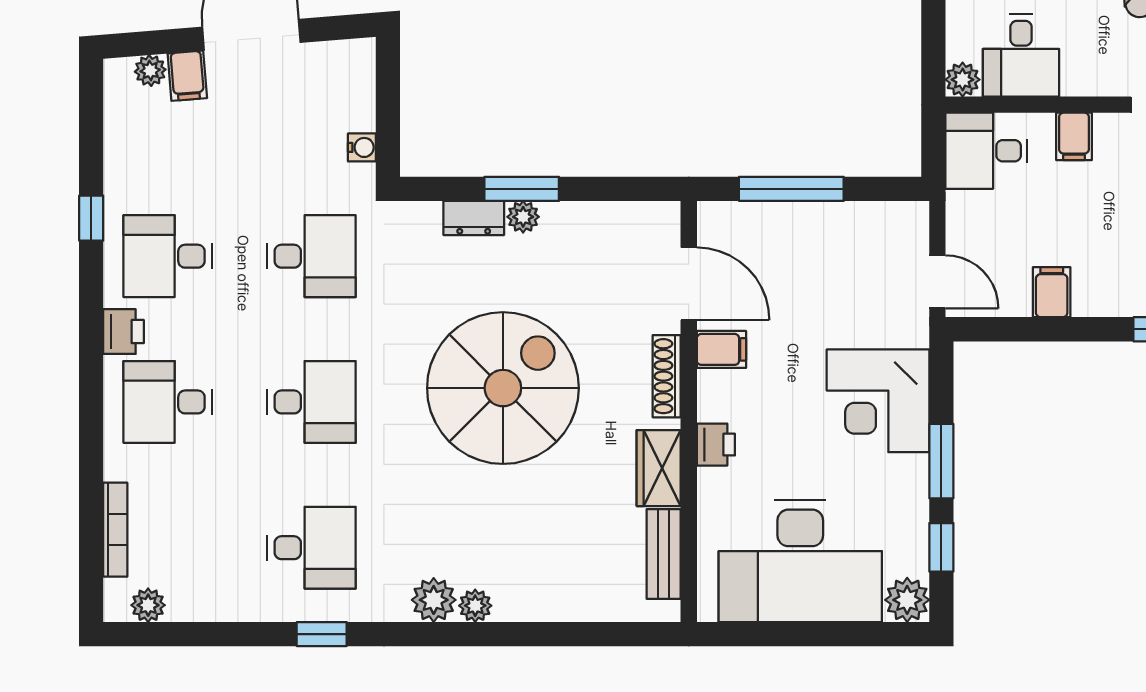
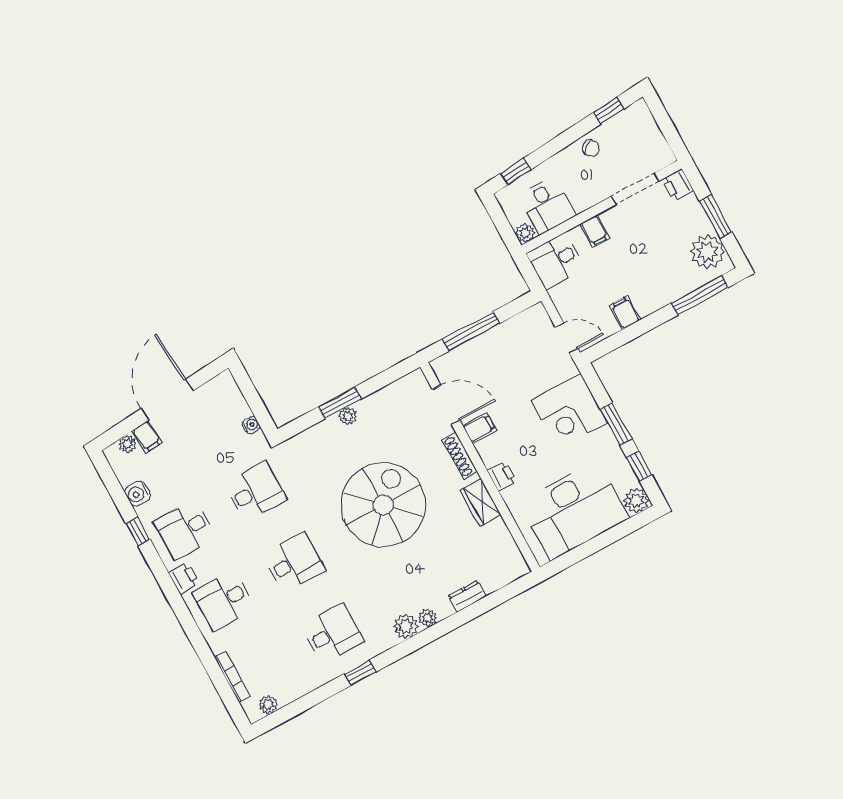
water cooler: (123, 158) -> (137, 494), added
dresser: (474, 218) -> (467, 596), moved, turned 180
bench: (664, 554) -> (506, 543), removed

